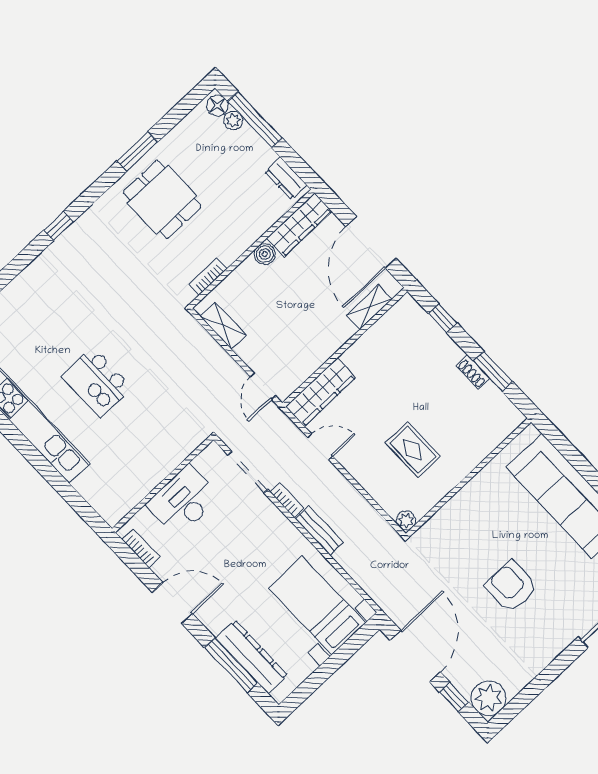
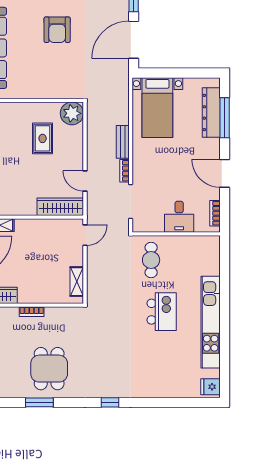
boiler: (265, 254) -> (25, 297), removed
bookcase: (208, 277) -> (32, 312), moved
cafe table: (163, 428) -> (151, 260), added
desk: (183, 501) -> (179, 217), width x0.73
plant: (406, 520) -> (72, 113), width x1.87, depth x1.87

